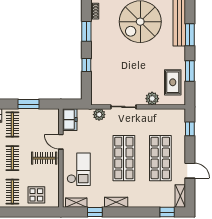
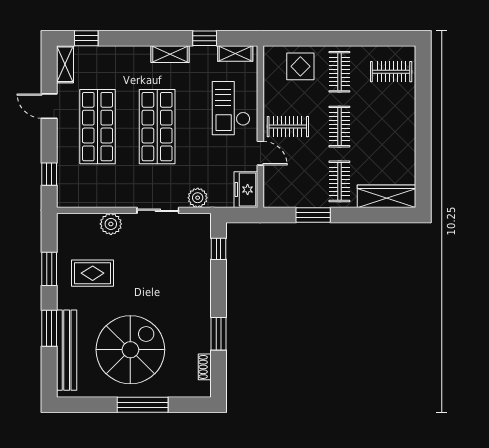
window: (86, 65) -> (218, 249), moved
rug: (173, 82) -> (93, 273), moved, turned 90

